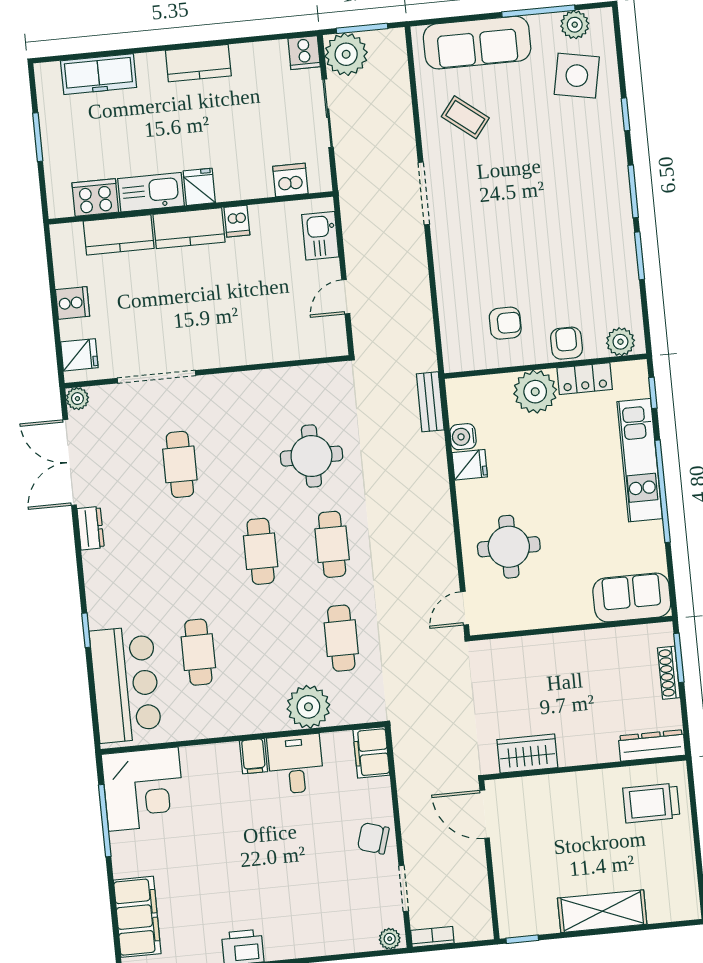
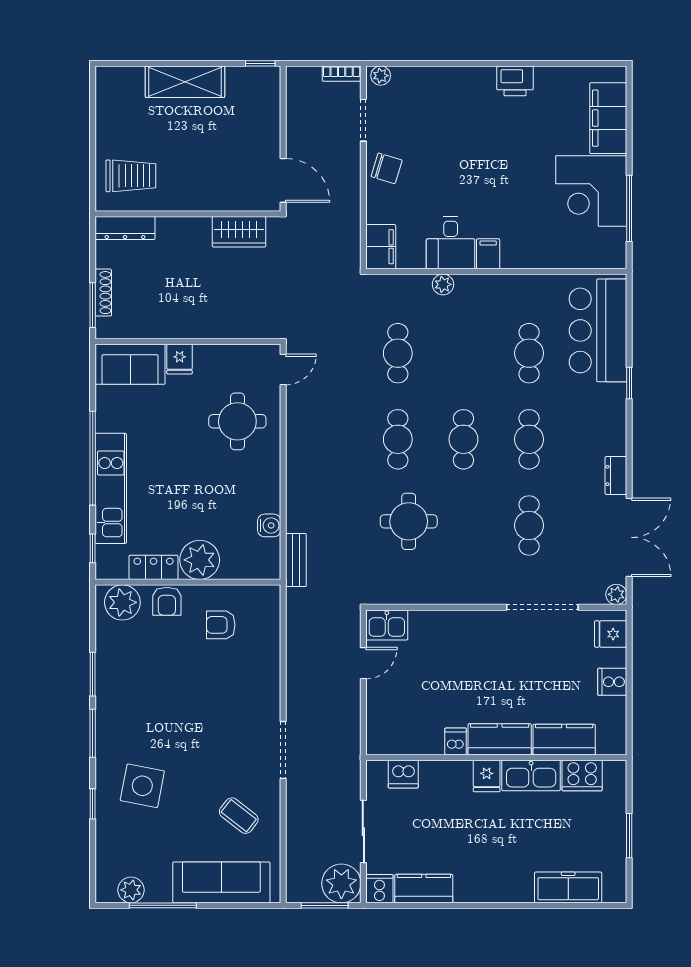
kitchen counter: (198, 63) -> (424, 889), moved
side table: (577, 76) -> (142, 786), moved
kitchen sink: (320, 236) -> (387, 625), moved, turned 90
plant: (620, 342) -> (122, 602), width x1.36, depth x1.36
fridge: (470, 465) -> (180, 359), moved, turned -90
cafe table: (189, 558) -> (529, 439), added
plant: (308, 707) -> (443, 284), width x0.53, depth x0.53
corner desk: (143, 789) -> (591, 191), moved, turned -90

